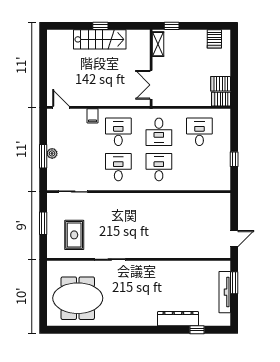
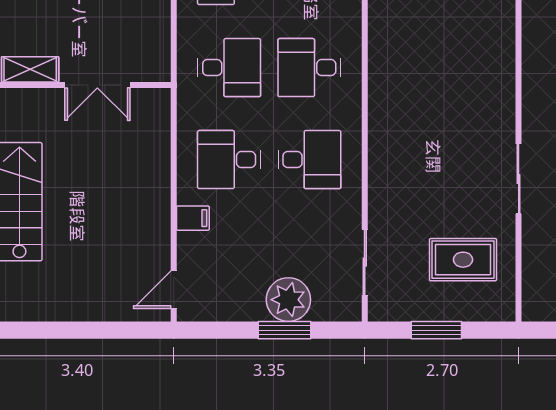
double door: (151, 85) -> (97, 85), moved
plant: (52, 153) -> (288, 300), width x1.87, depth x1.87
desk: (118, 167) -> (309, 160), turned 180

